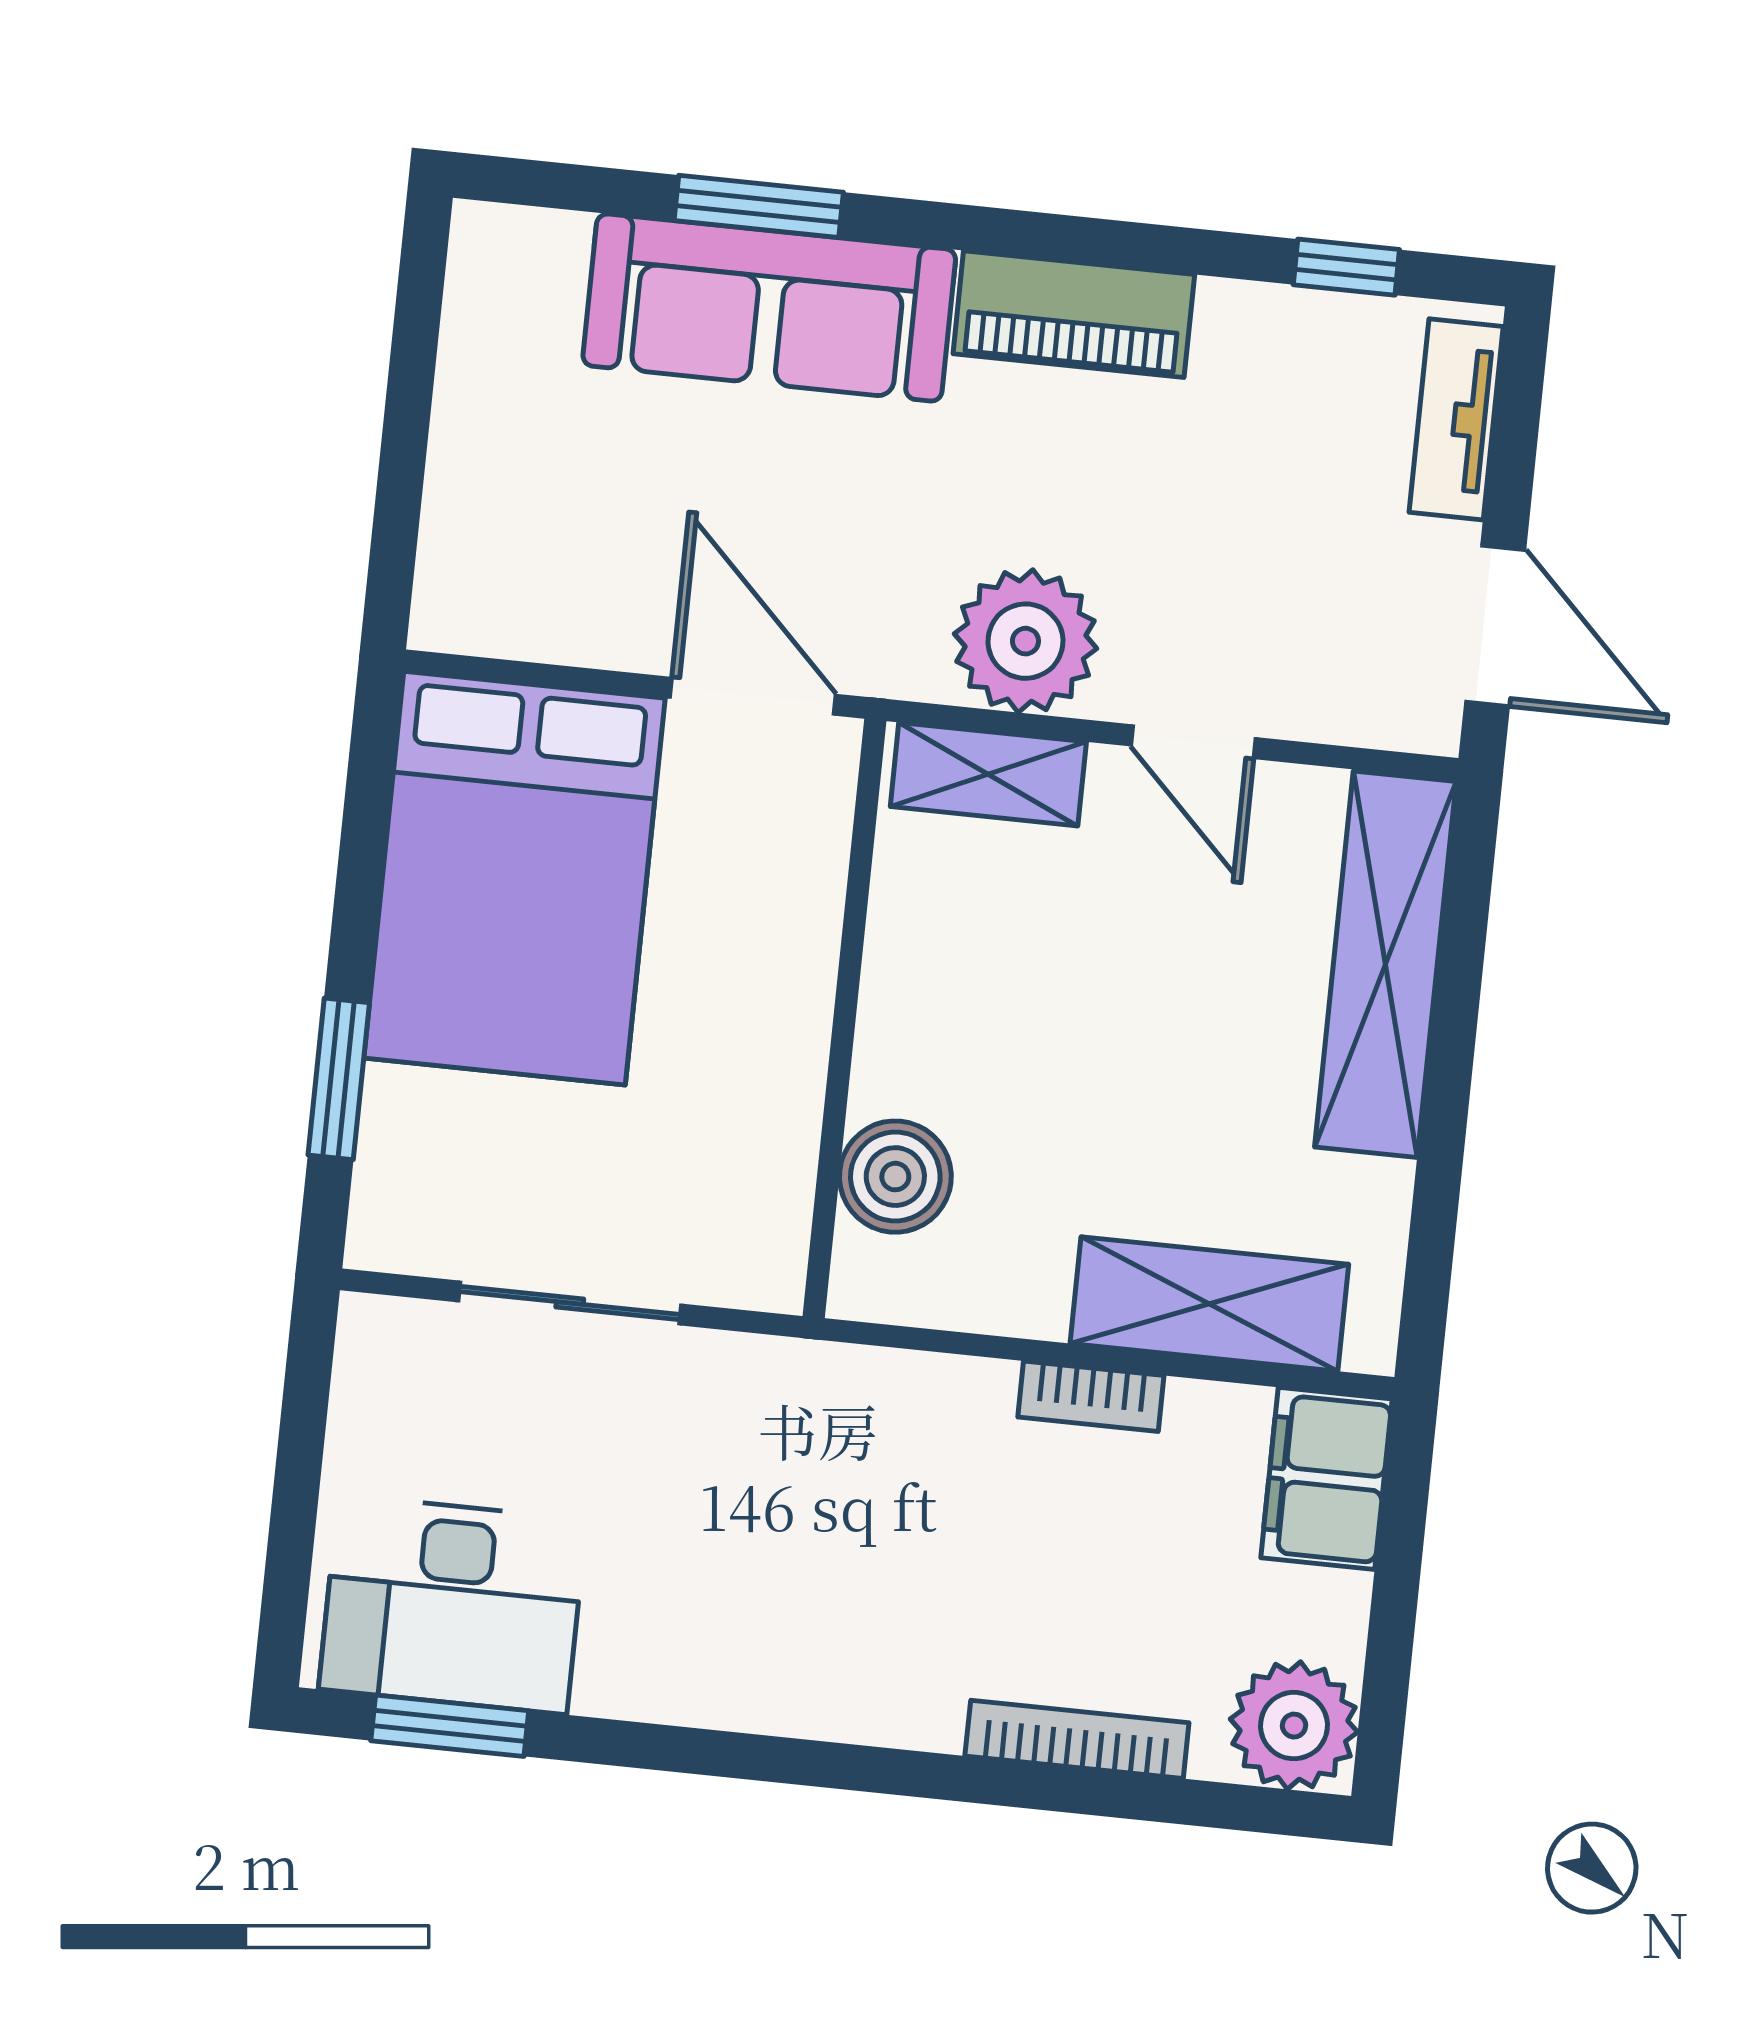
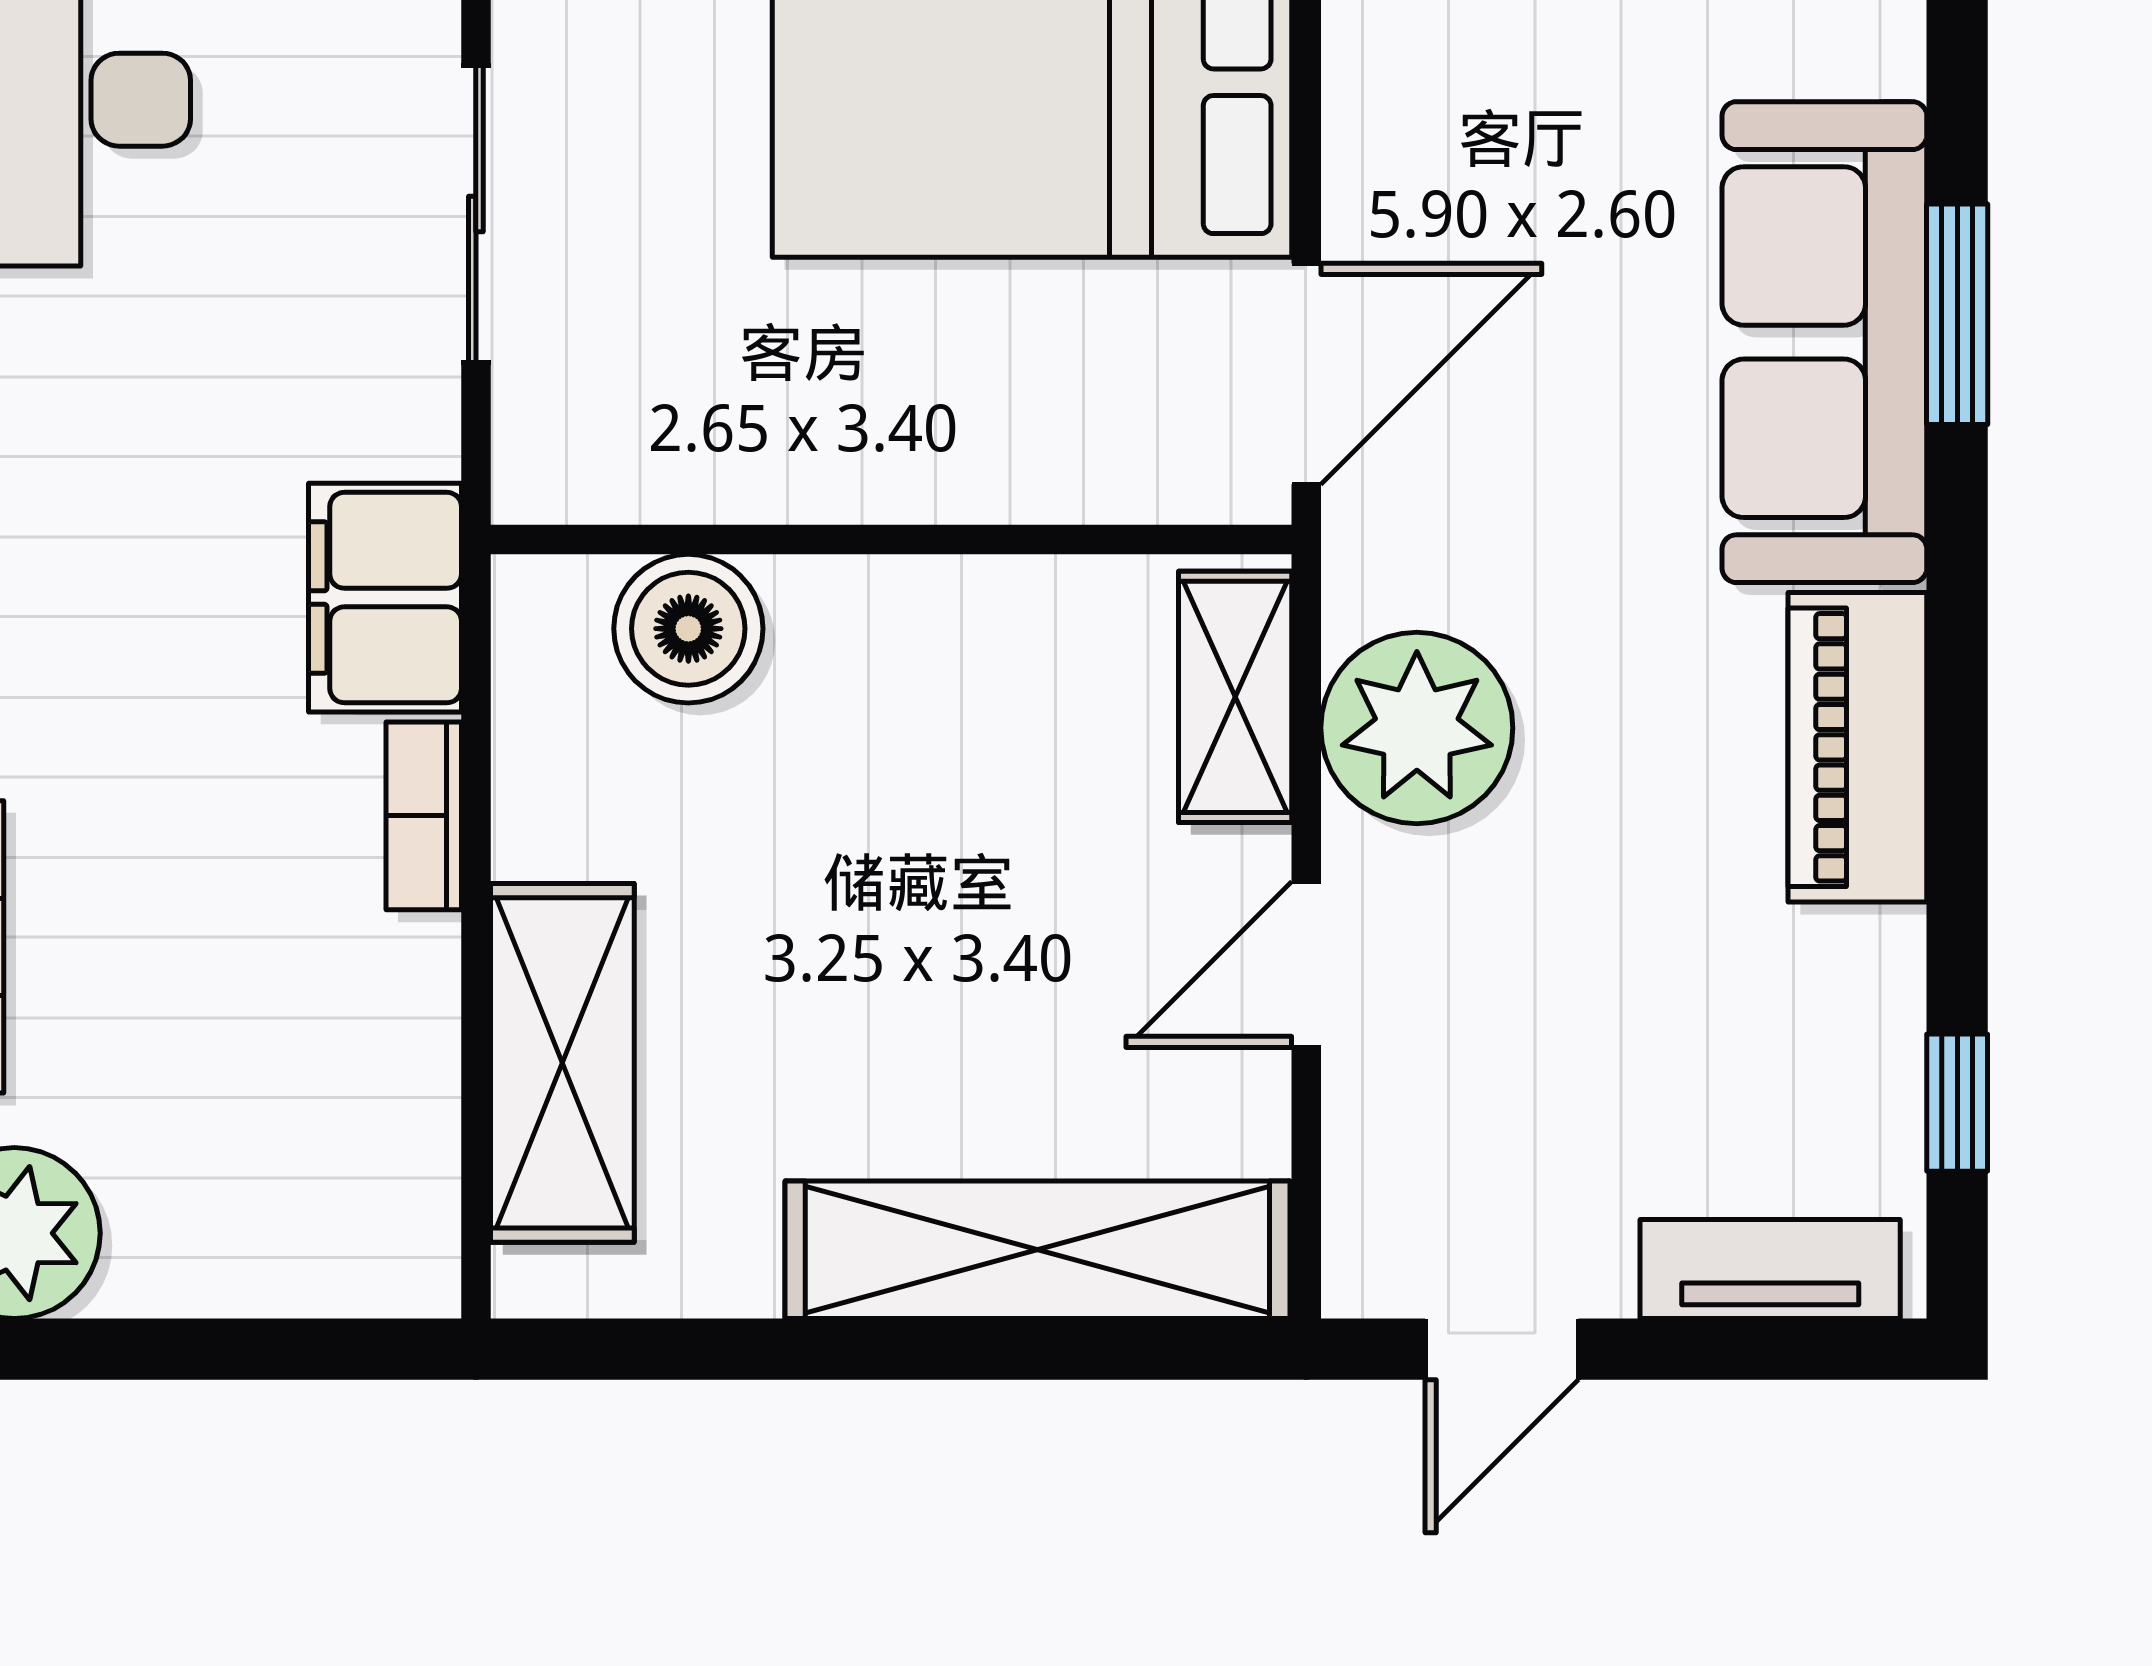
door: (1495, 626) -> (1502, 1349), width x0.73
bookcase: (1091, 1396) -> (424, 816), moved
filing cabinet: (1326, 1478) -> (385, 598), moved, turned -90

